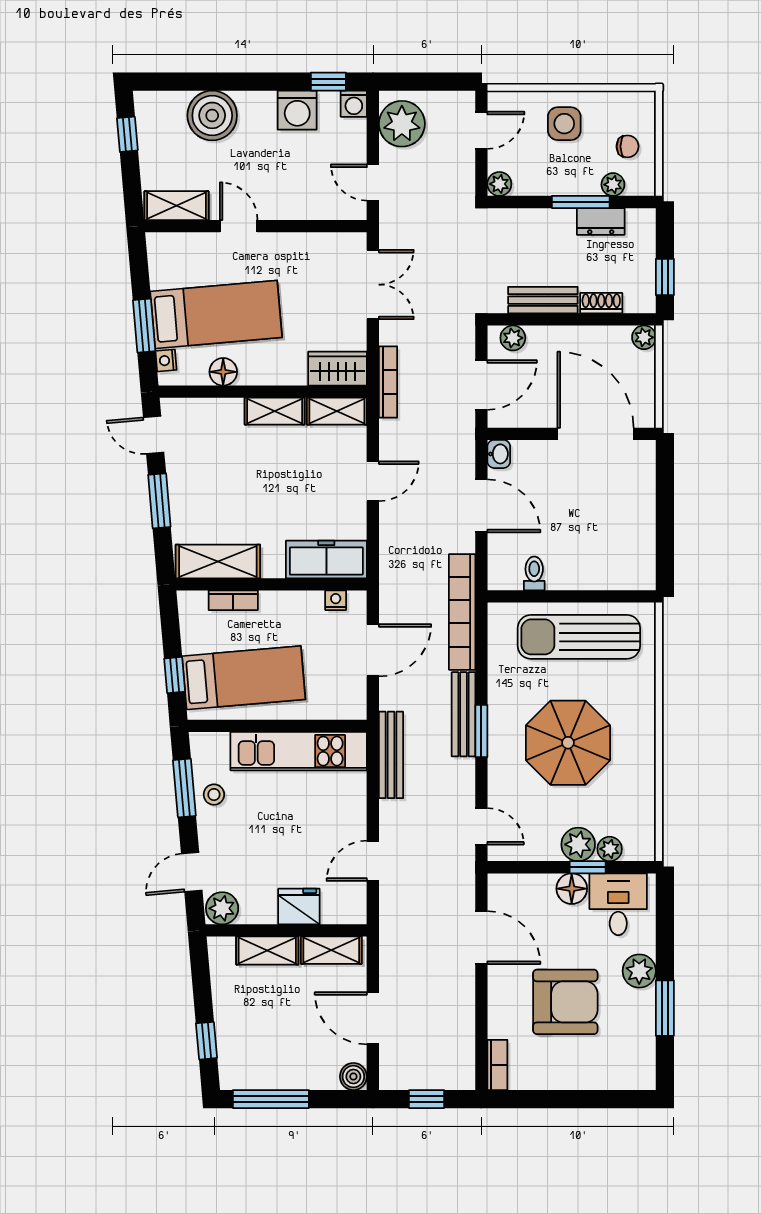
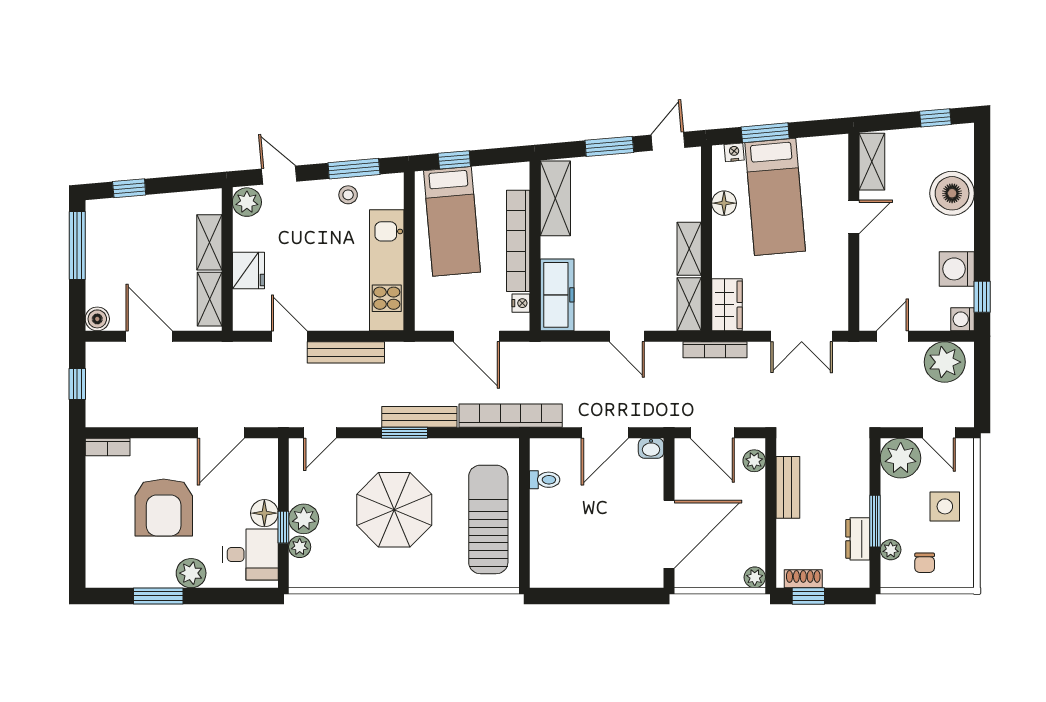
plant: (499, 184) -> (901, 458), width x1.88, depth x1.88
shoe rack: (601, 303) -> (803, 579), moved, turned -90
bookcase: (233, 600) -> (518, 241), width x2.31, depth x1.31
bench: (391, 755) -> (346, 352), moved
door: (373, 1018) -> (149, 336), hinge flipped

